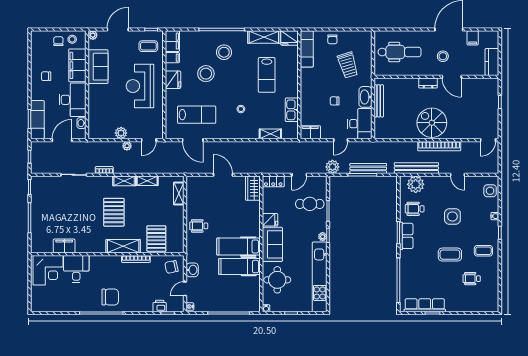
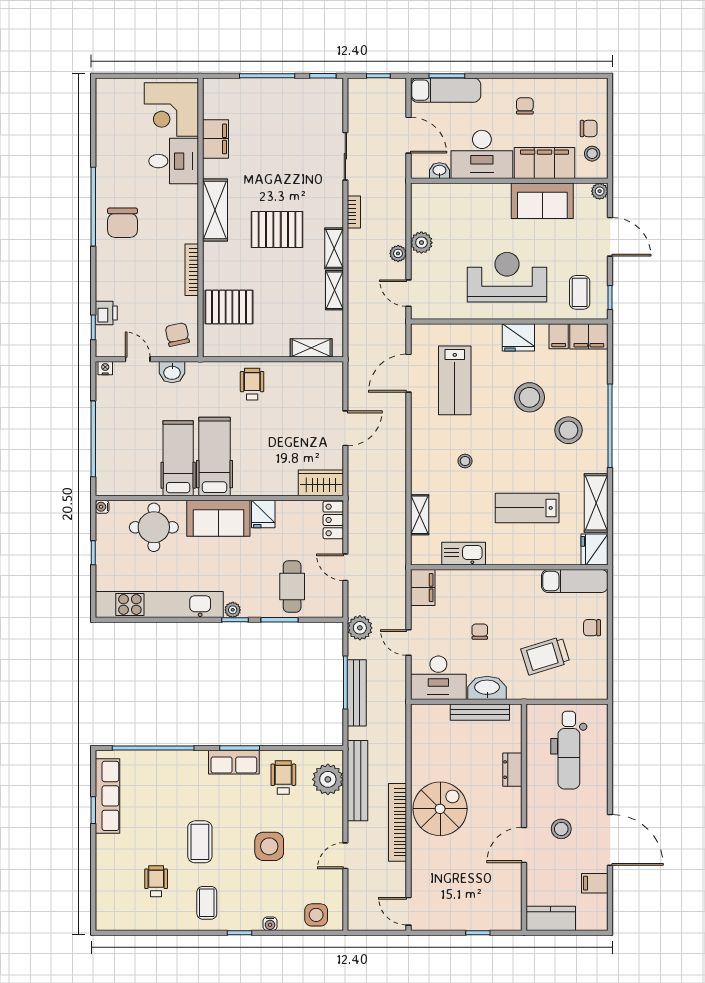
dresser: (428, 83) -> (512, 770), moved
shelving: (123, 246) -> (215, 210), moved

